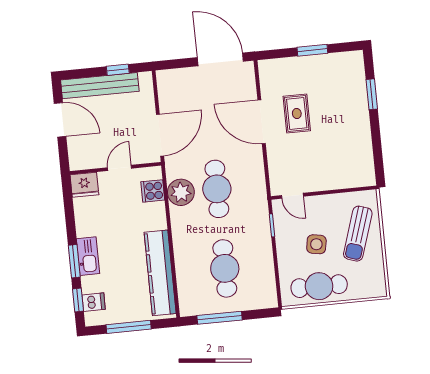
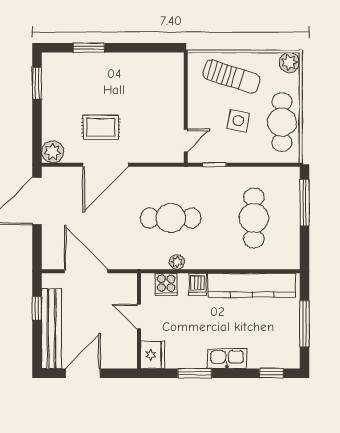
window: (312, 50) -> (37, 83), moved
plant: (269, 70) -> (53, 152), added
door: (160, 135) -> (86, 271), moved
plant: (181, 192) -> (177, 262), width x0.53, depth x0.53
window: (74, 261) -> (195, 373), moved
cafe table: (225, 268) -> (254, 218), turned 90
plant: (377, 287) -> (289, 63), added
dishwasher: (94, 302) -> (198, 284), moved, turned 180
window: (220, 318) -> (304, 203), moved

